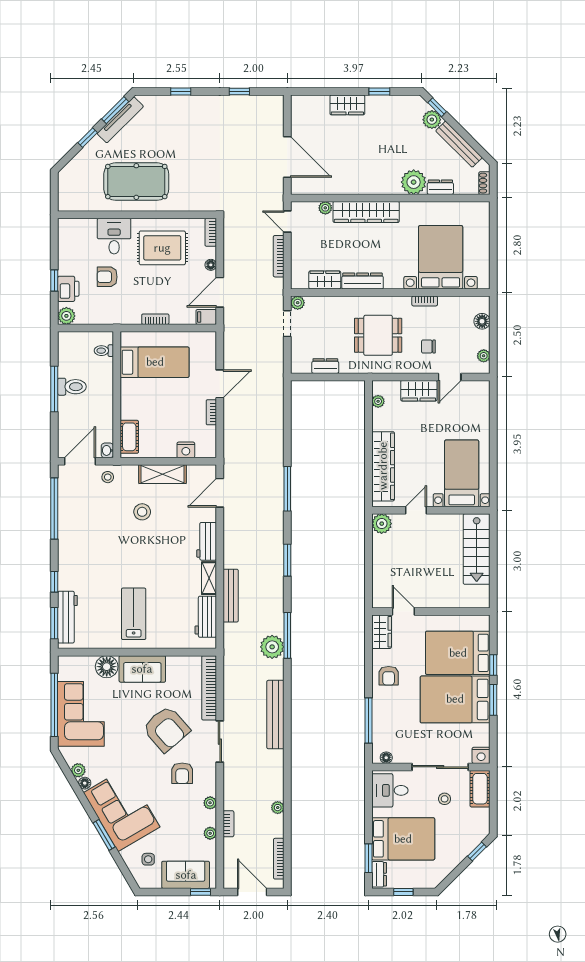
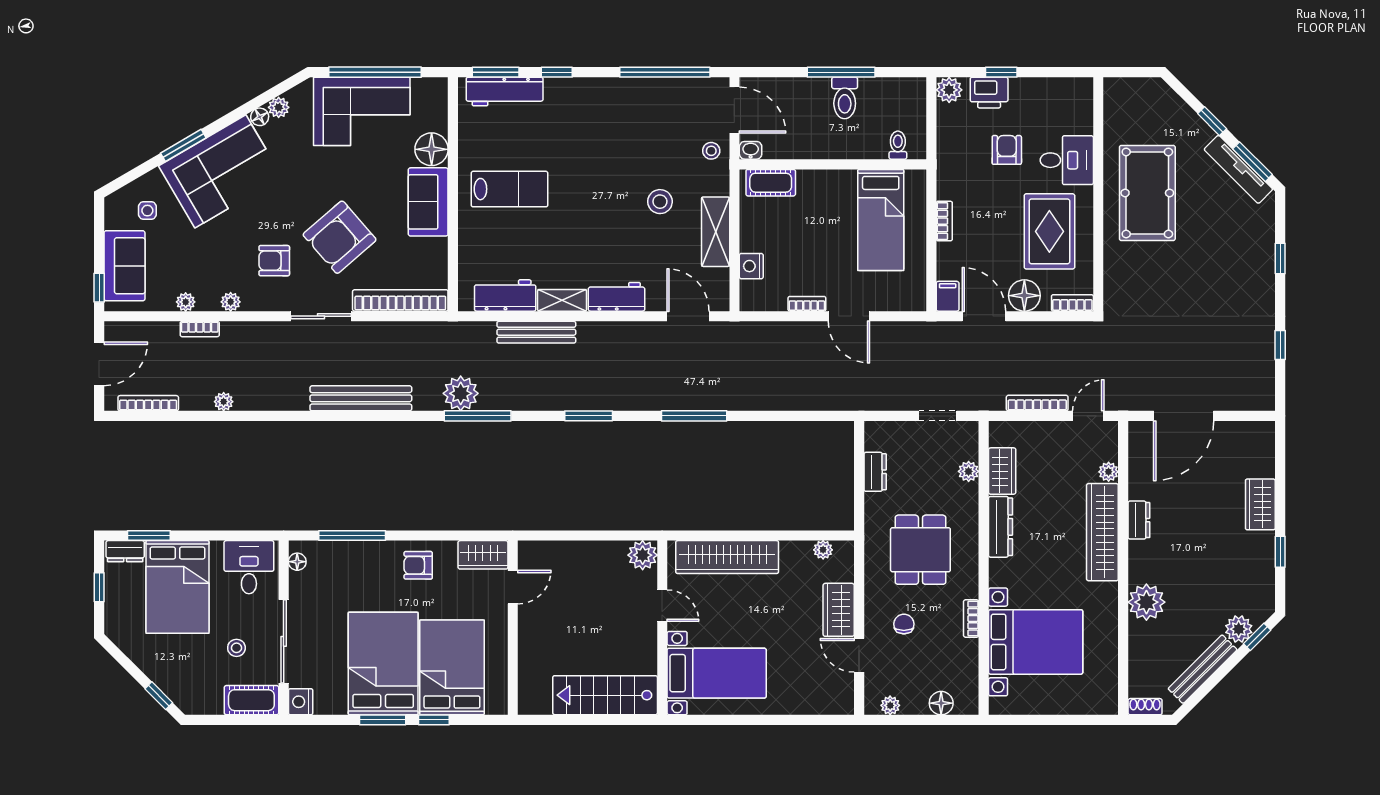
dresser: (440, 187) -> (1139, 520), moved
floor lamp: (211, 265) -> (1024, 296), width x1.89, depth x1.89
plant: (298, 303) -> (969, 471), moved

